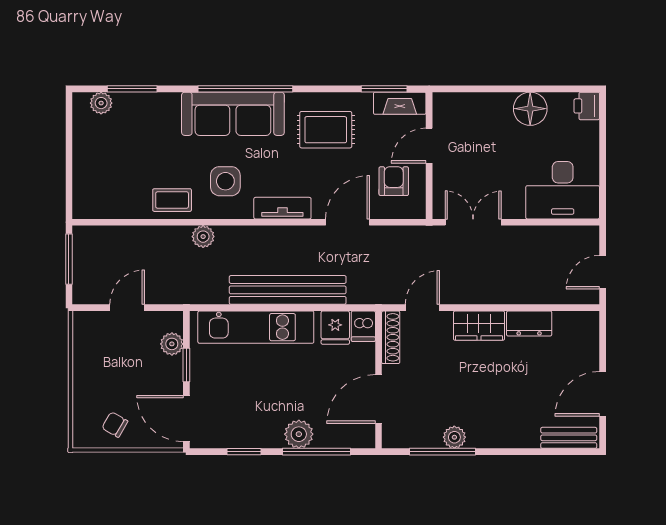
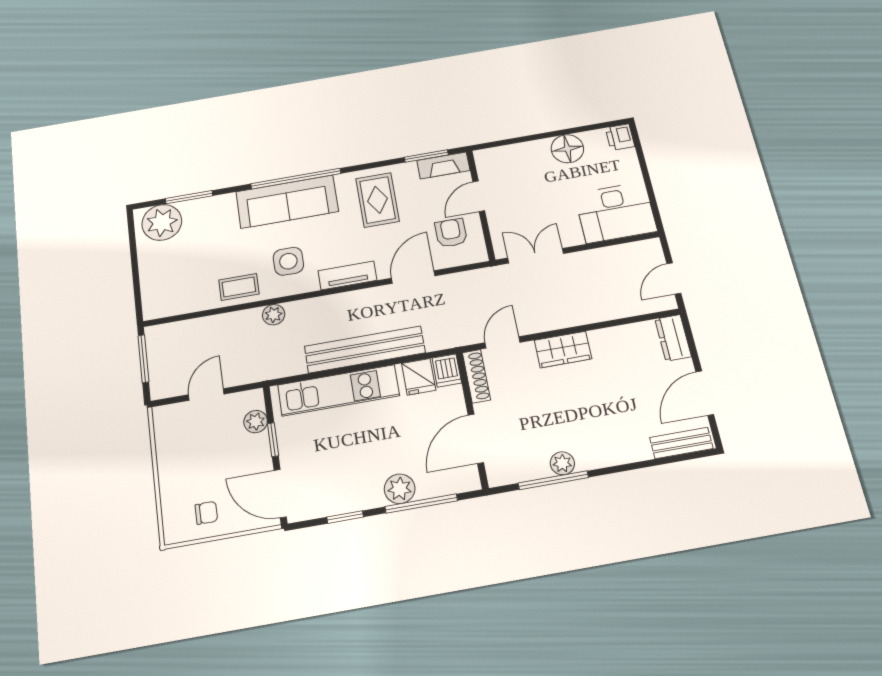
plant: (101, 103) -> (162, 222), width x1.88, depth x1.88
rug: (326, 130) -> (378, 200), turned 90
dresser: (529, 323) -> (673, 338), moved, turned 90
chair: (115, 425) -> (206, 513), turned 150

